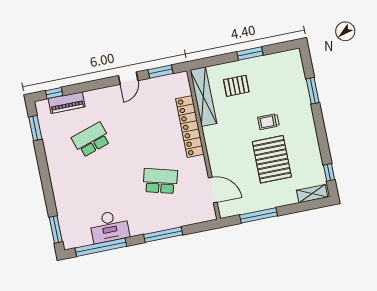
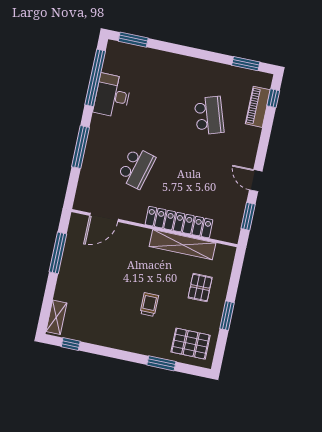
shelving: (203, 97) -> (182, 245), moved
pallet: (272, 159) -> (191, 344), moved, width x0.73, depth x0.71

